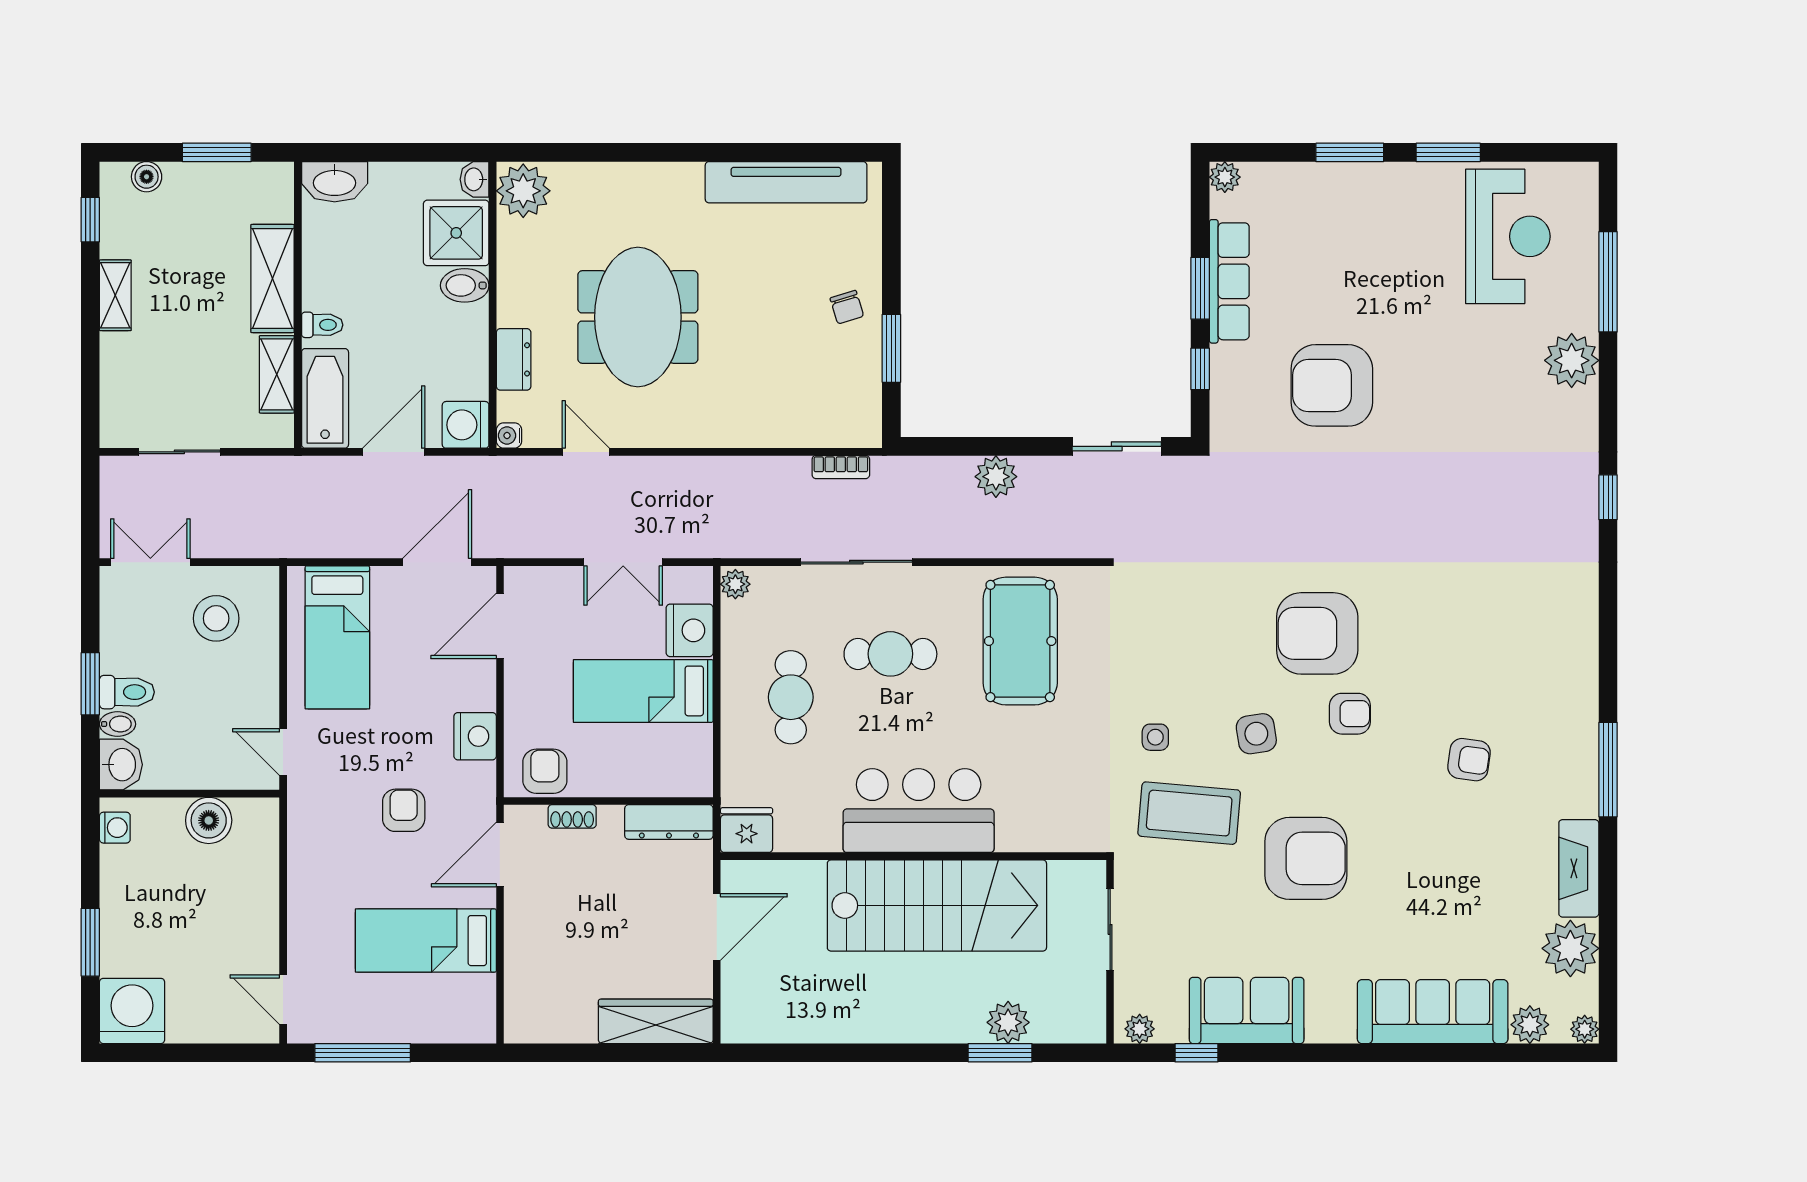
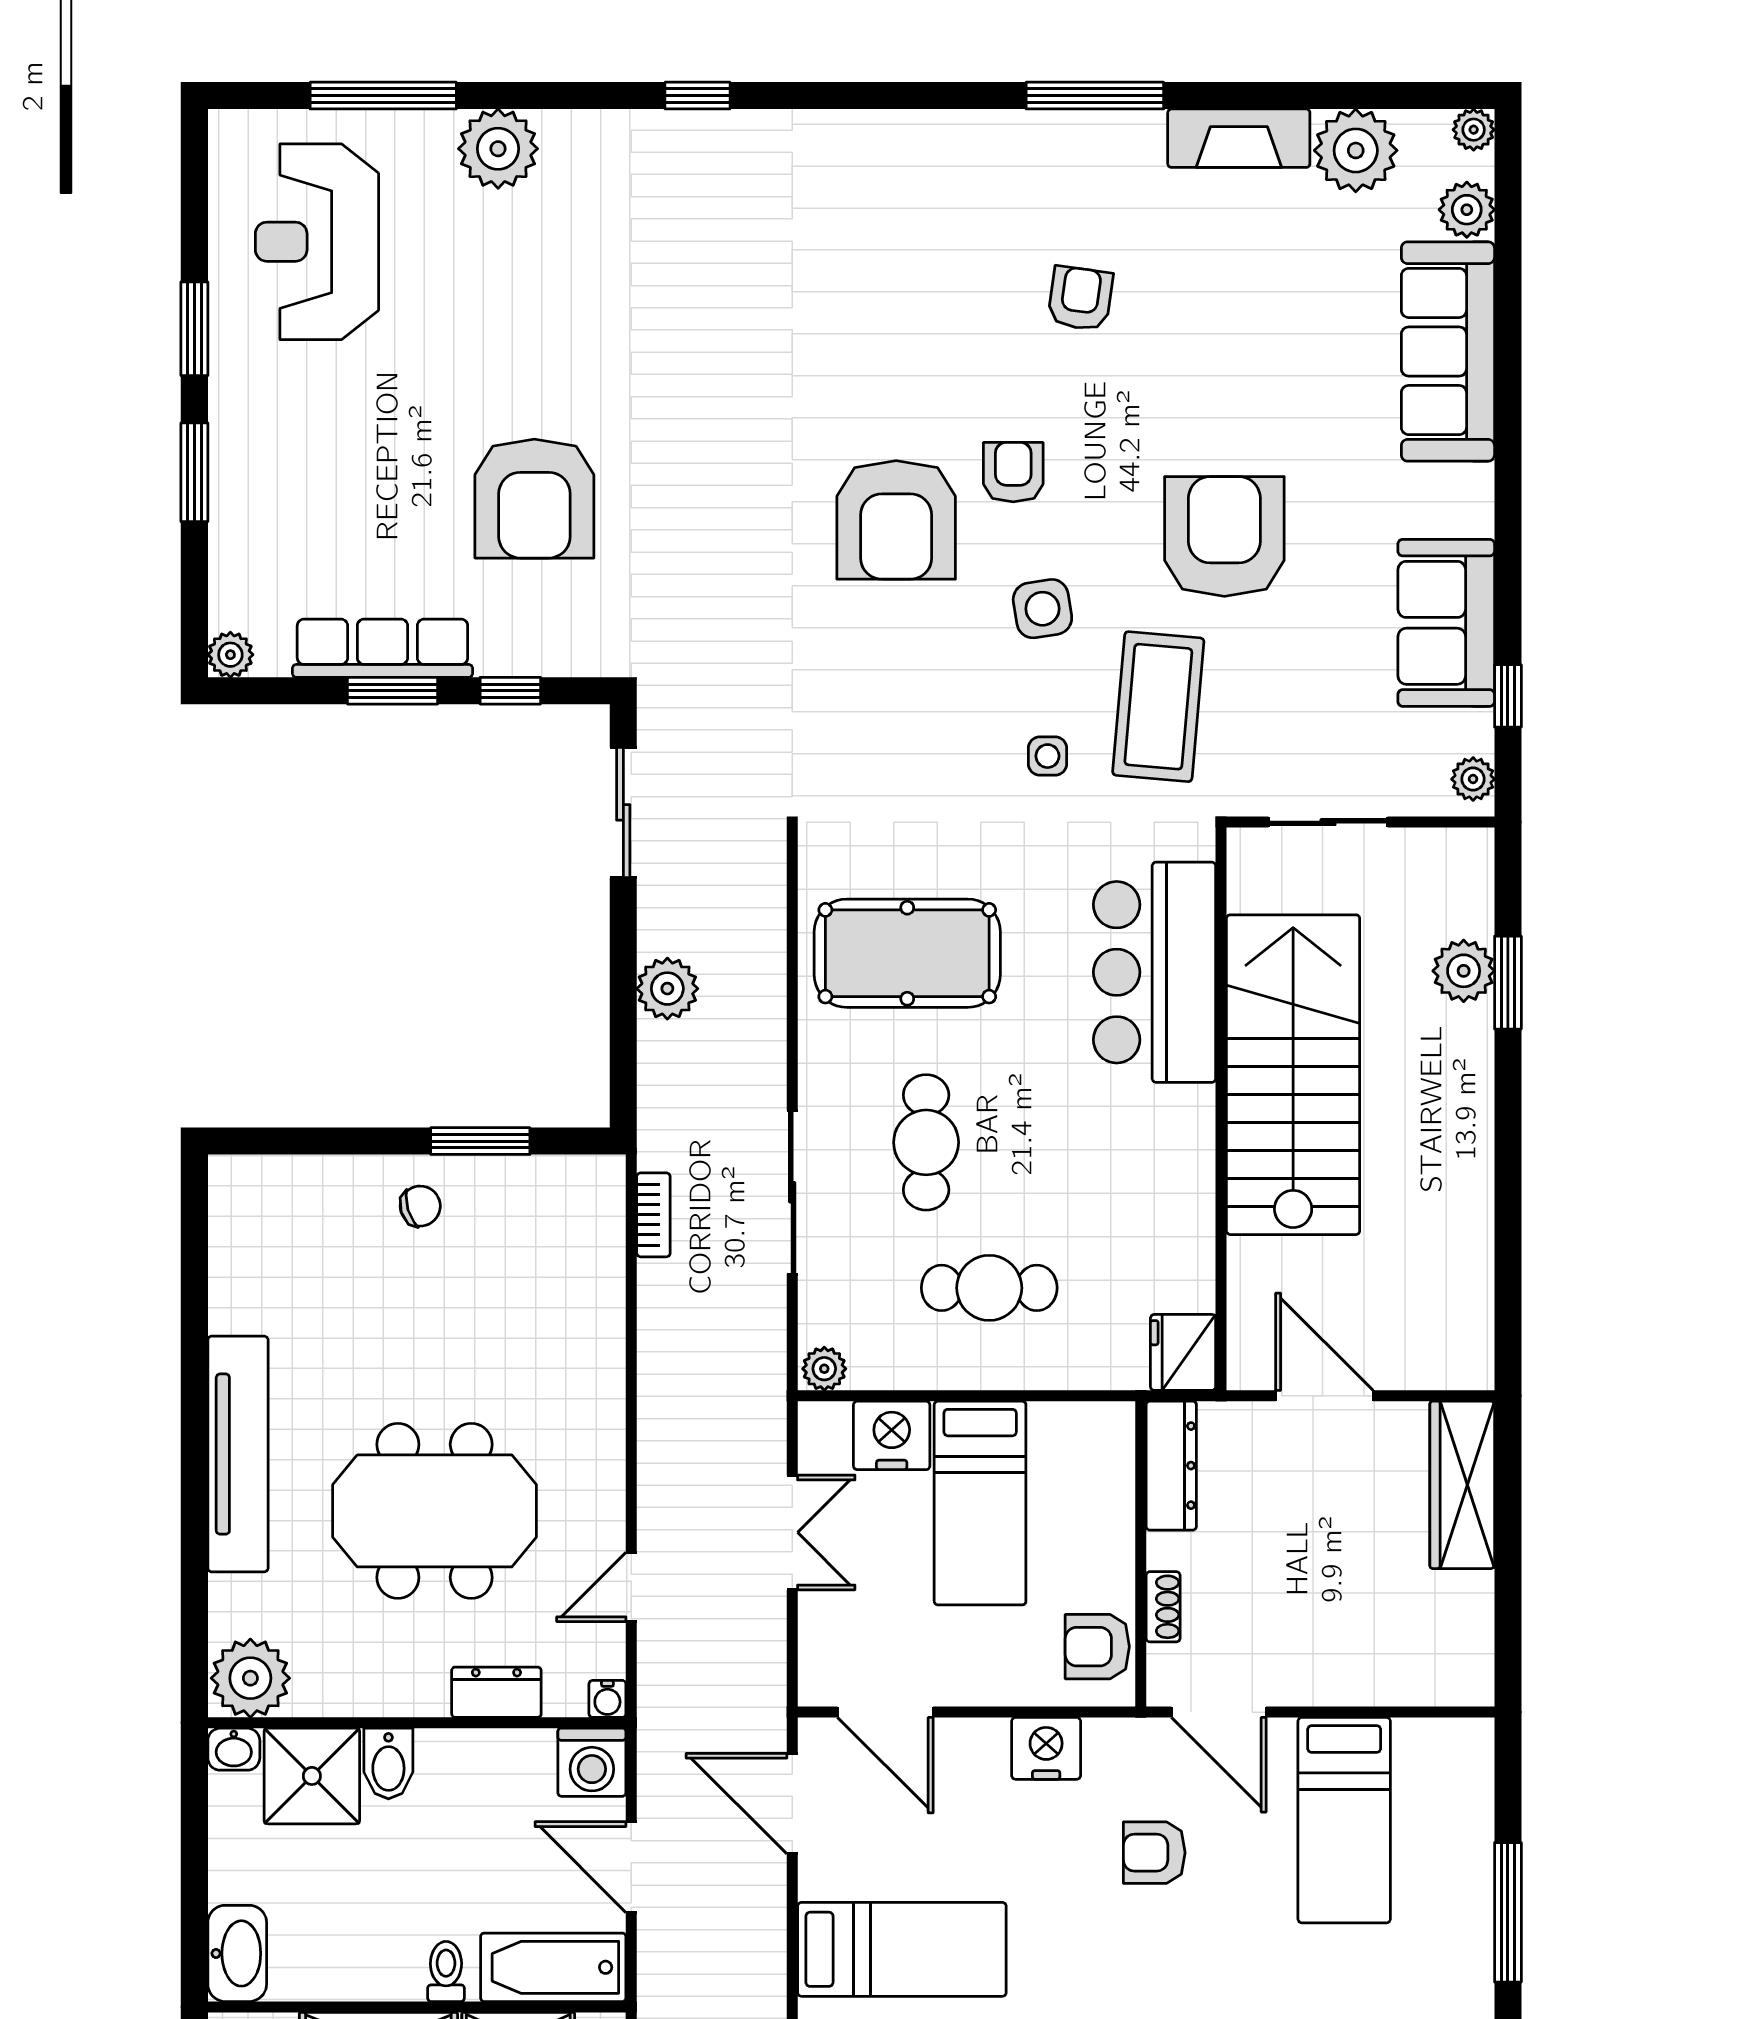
tv unit: (786, 182) -> (238, 1454), moved
reception desk: (1508, 236) -> (317, 242), turned -90
bar counter: (919, 811) -> (1155, 972), moved

